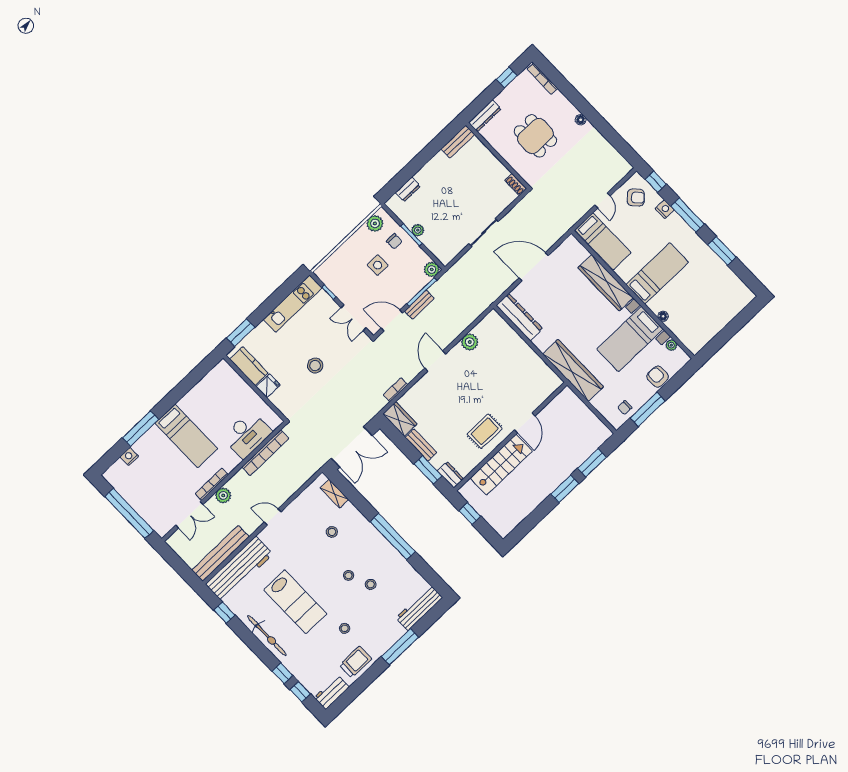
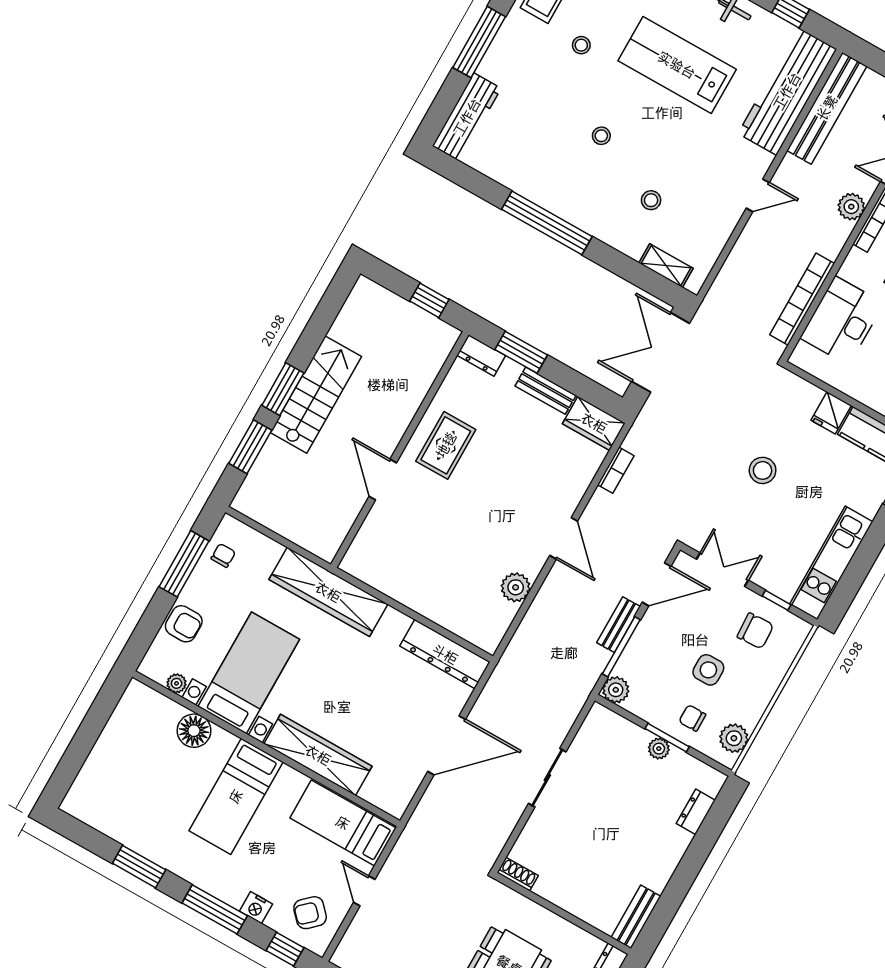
chair: (345, 279) -> (755, 631), added
floor lamp: (663, 316) -> (194, 731), width x1.89, depth x1.89
stairs: (501, 465) -> (316, 395), moved, turned 180
stool: (371, 584) -> (560, 132), removed

